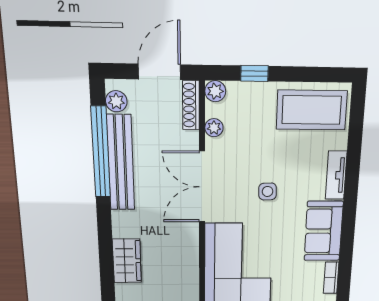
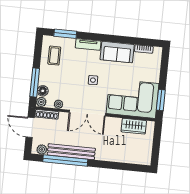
window: (254, 73) -> (35, 82), width x2.17
floor lamp: (239, 92) -> (43, 91), added
coffee table: (312, 110) -> (54, 56), width x0.54, depth x0.58
window: (356, 128) -> (65, 34), added
wardrobe: (127, 261) -> (134, 126), moved, turned 180

